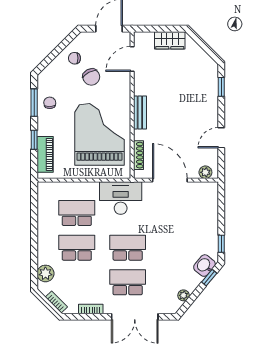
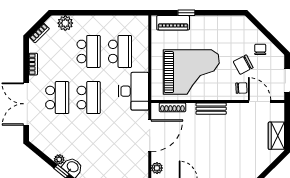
window: (34, 103) -> (220, 13), removed
chair: (50, 103) -> (241, 88), moved
plant: (183, 295) -> (59, 159), moved

